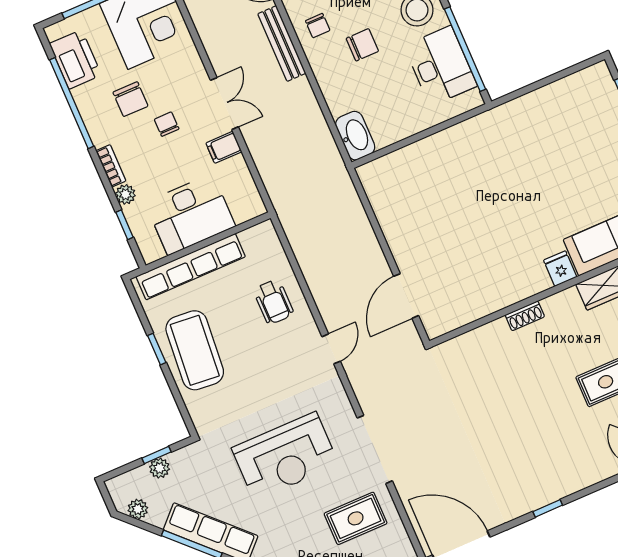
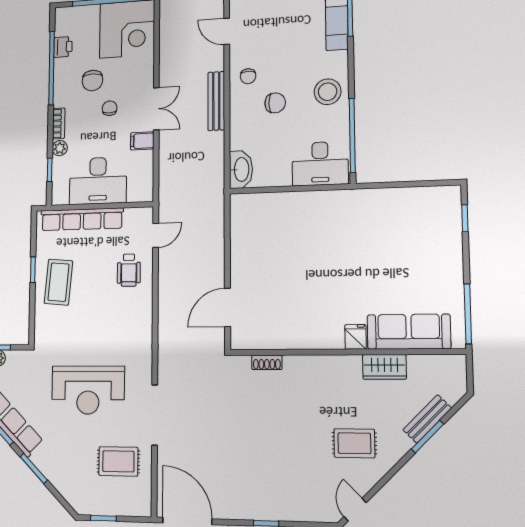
bench: (282, 43) -> (216, 101), moved
printer: (75, 59) -> (63, 47), width x0.53, depth x0.68
desk: (441, 66) -> (320, 164), moved, turned 90
shoe rack: (525, 316) -> (267, 362), moved
door: (331, 349) -> (156, 235), moved
coffee table: (195, 350) -> (58, 282), width x0.73, depth x0.76

